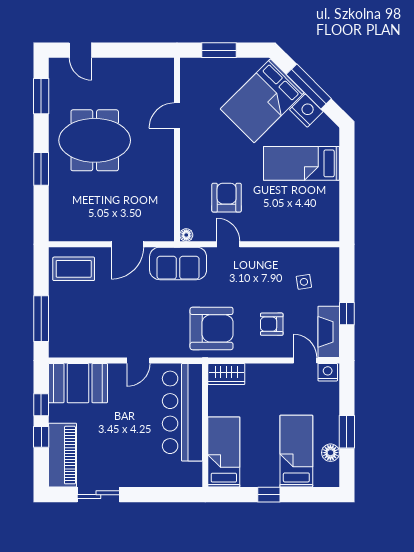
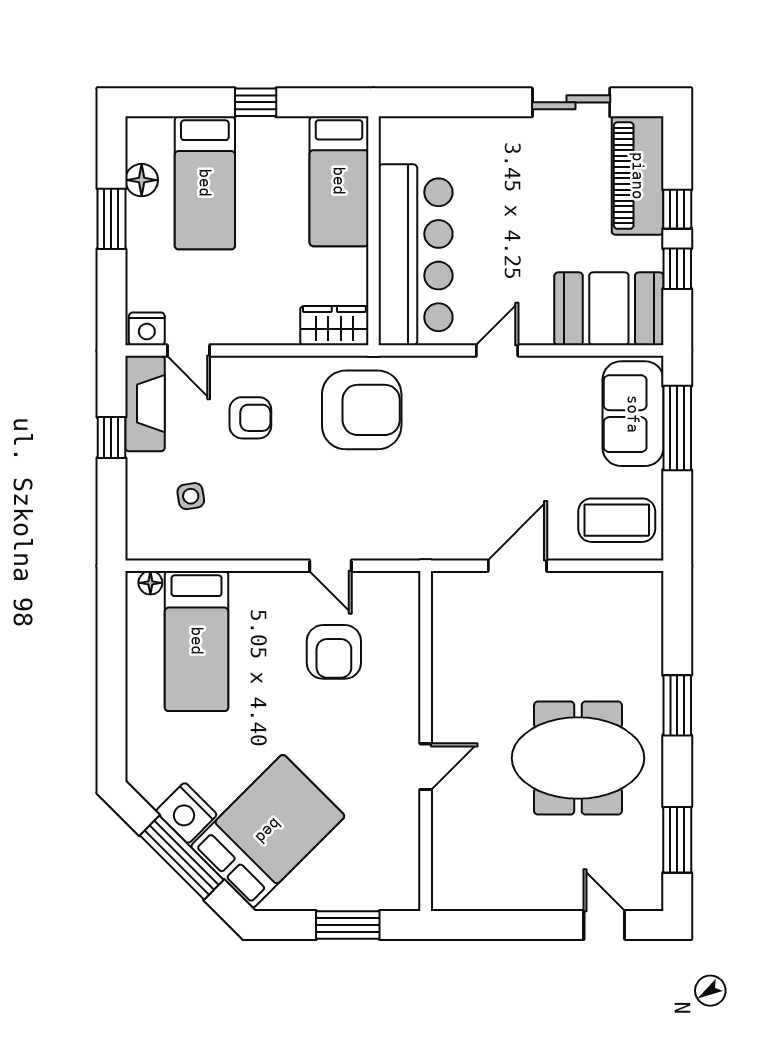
door: (177, 116) -> (426, 767), moved
bed: (301, 163) -> (197, 641), moved, turned 90
floor lamp: (186, 235) -> (150, 583), moved
sofa: (178, 263) -> (633, 414), moved, turned -90
armchair: (212, 328) -> (362, 410), turned 180

